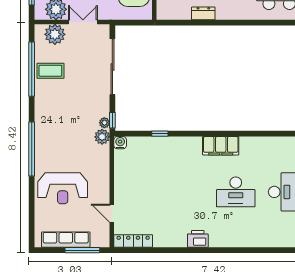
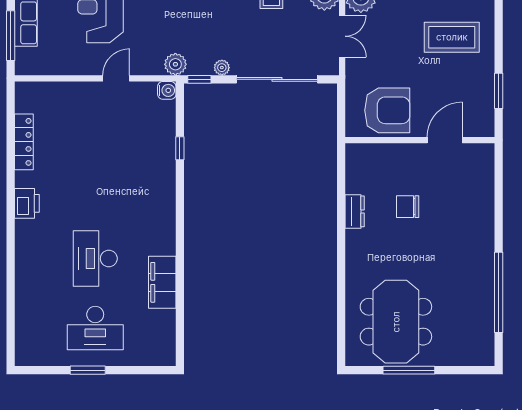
plant: (104, 123) -> (222, 68), moved
filing cabinet: (221, 146) -> (162, 282), moved
door: (112, 213) -> (116, 78), moved
locker: (133, 241) -> (24, 142), moved

